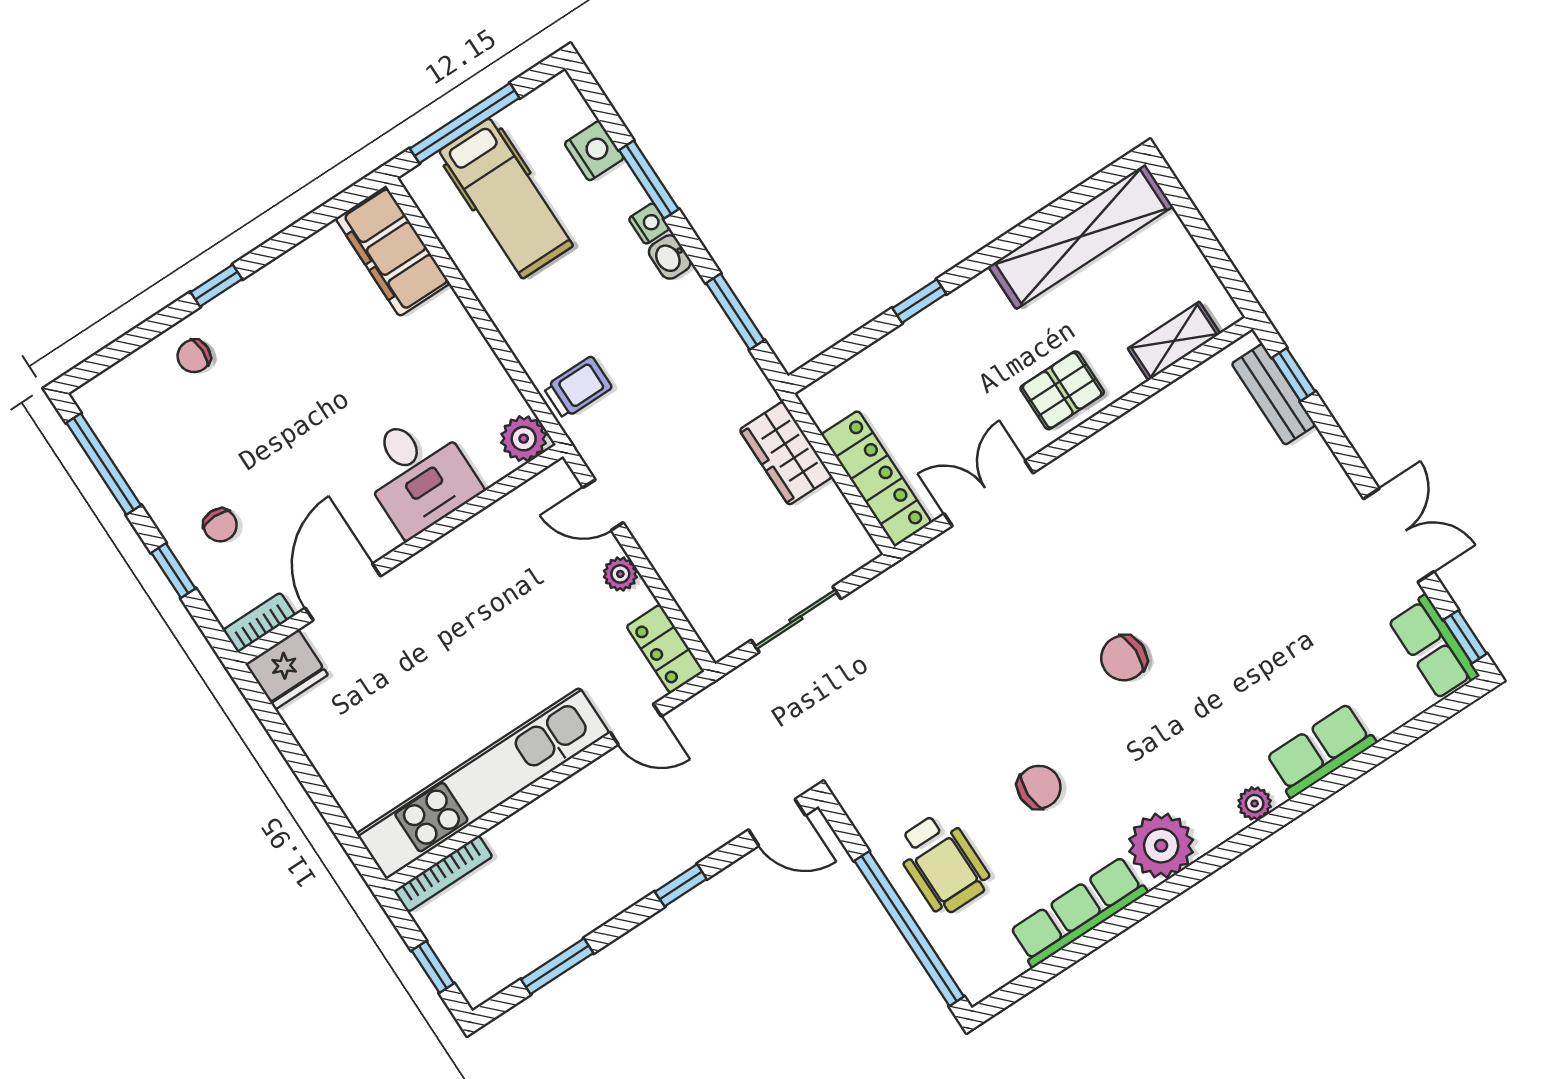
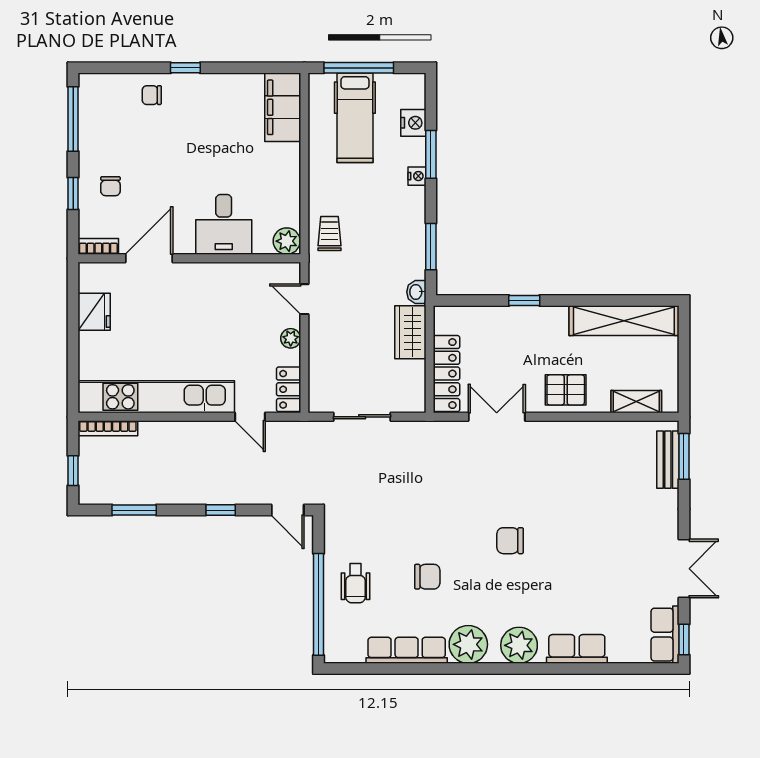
washbasin: (670, 257) -> (416, 292), moved
window: (1294, 375) -> (684, 456), width x1.50
trolley: (578, 388) -> (330, 233), turned -90
fridge: (287, 669) -> (94, 312), moved, turned -90
plant: (1255, 803) -> (519, 645), width x1.88, depth x1.88
wheelchair: (942, 864) -> (356, 583), width x0.73, depth x0.73

